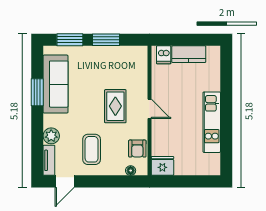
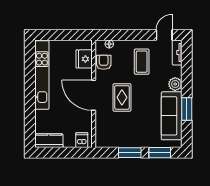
kitchen counter: (189, 54) -> (49, 141), moved
door: (149, 109) -> (94, 95), width x1.88
kitchen unit: (212, 122) -> (42, 75), width x1.36
plant: (51, 136) -> (175, 84), moved
fridge: (162, 166) -> (84, 59), moved, turned 90

